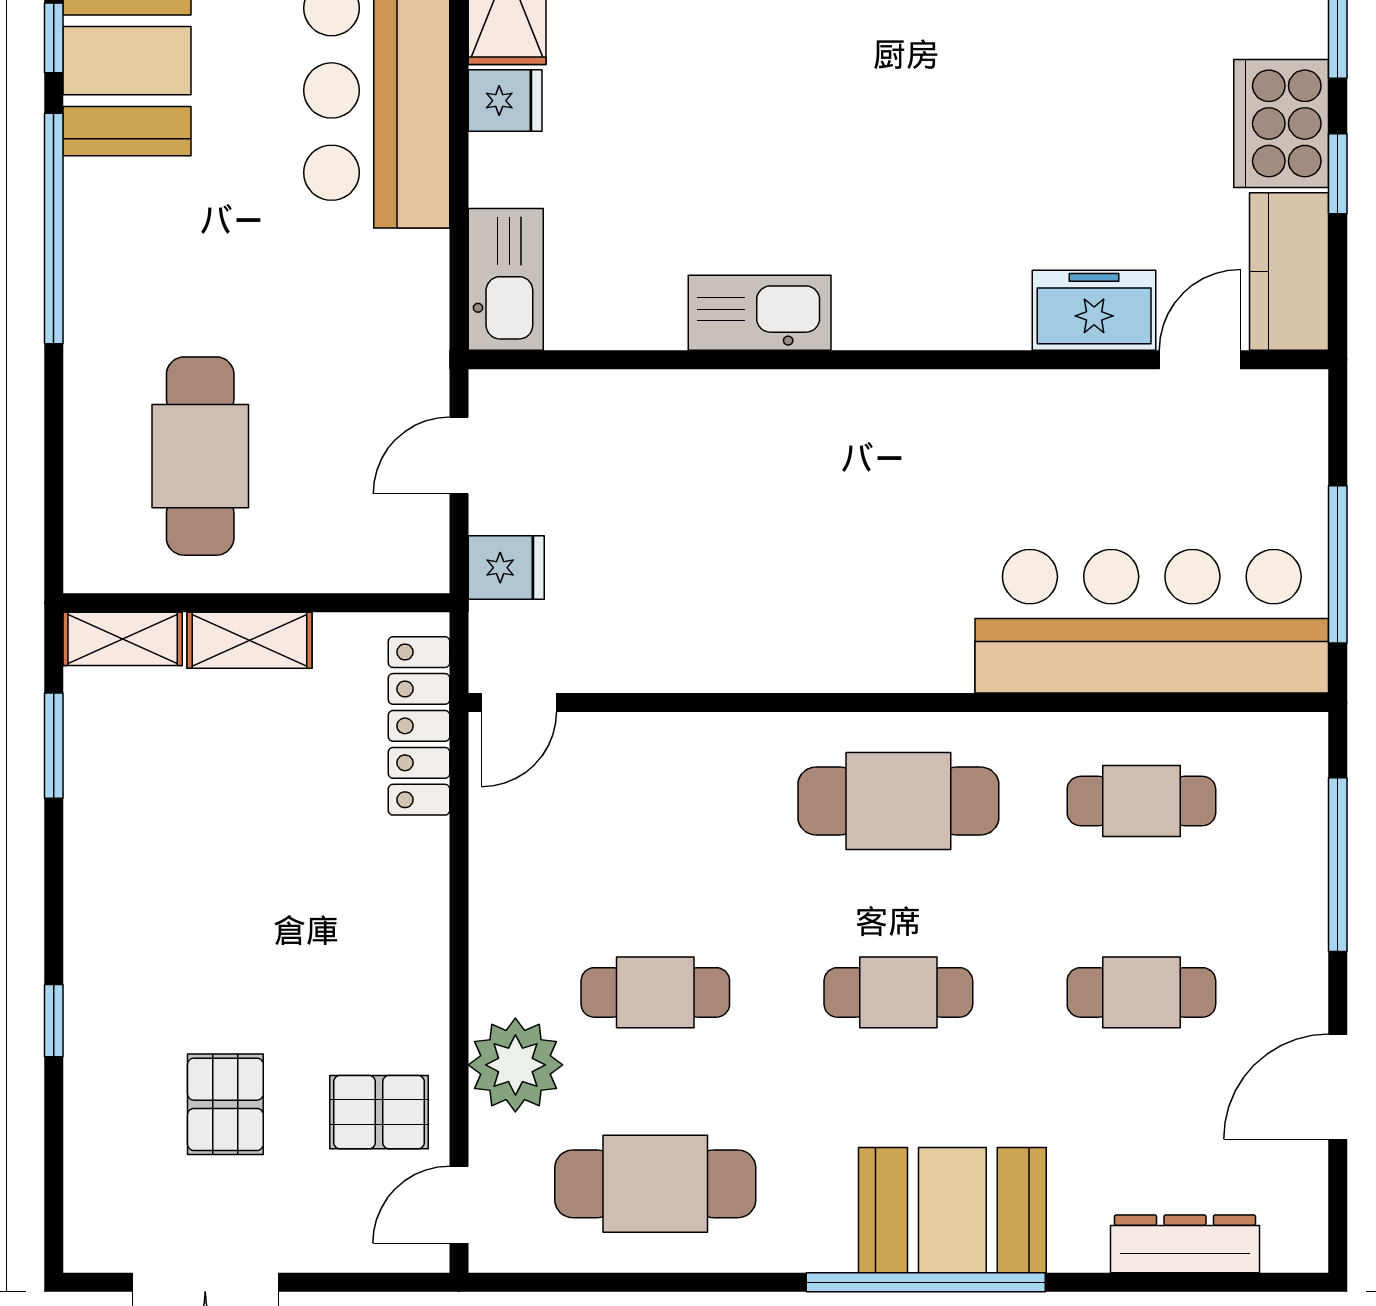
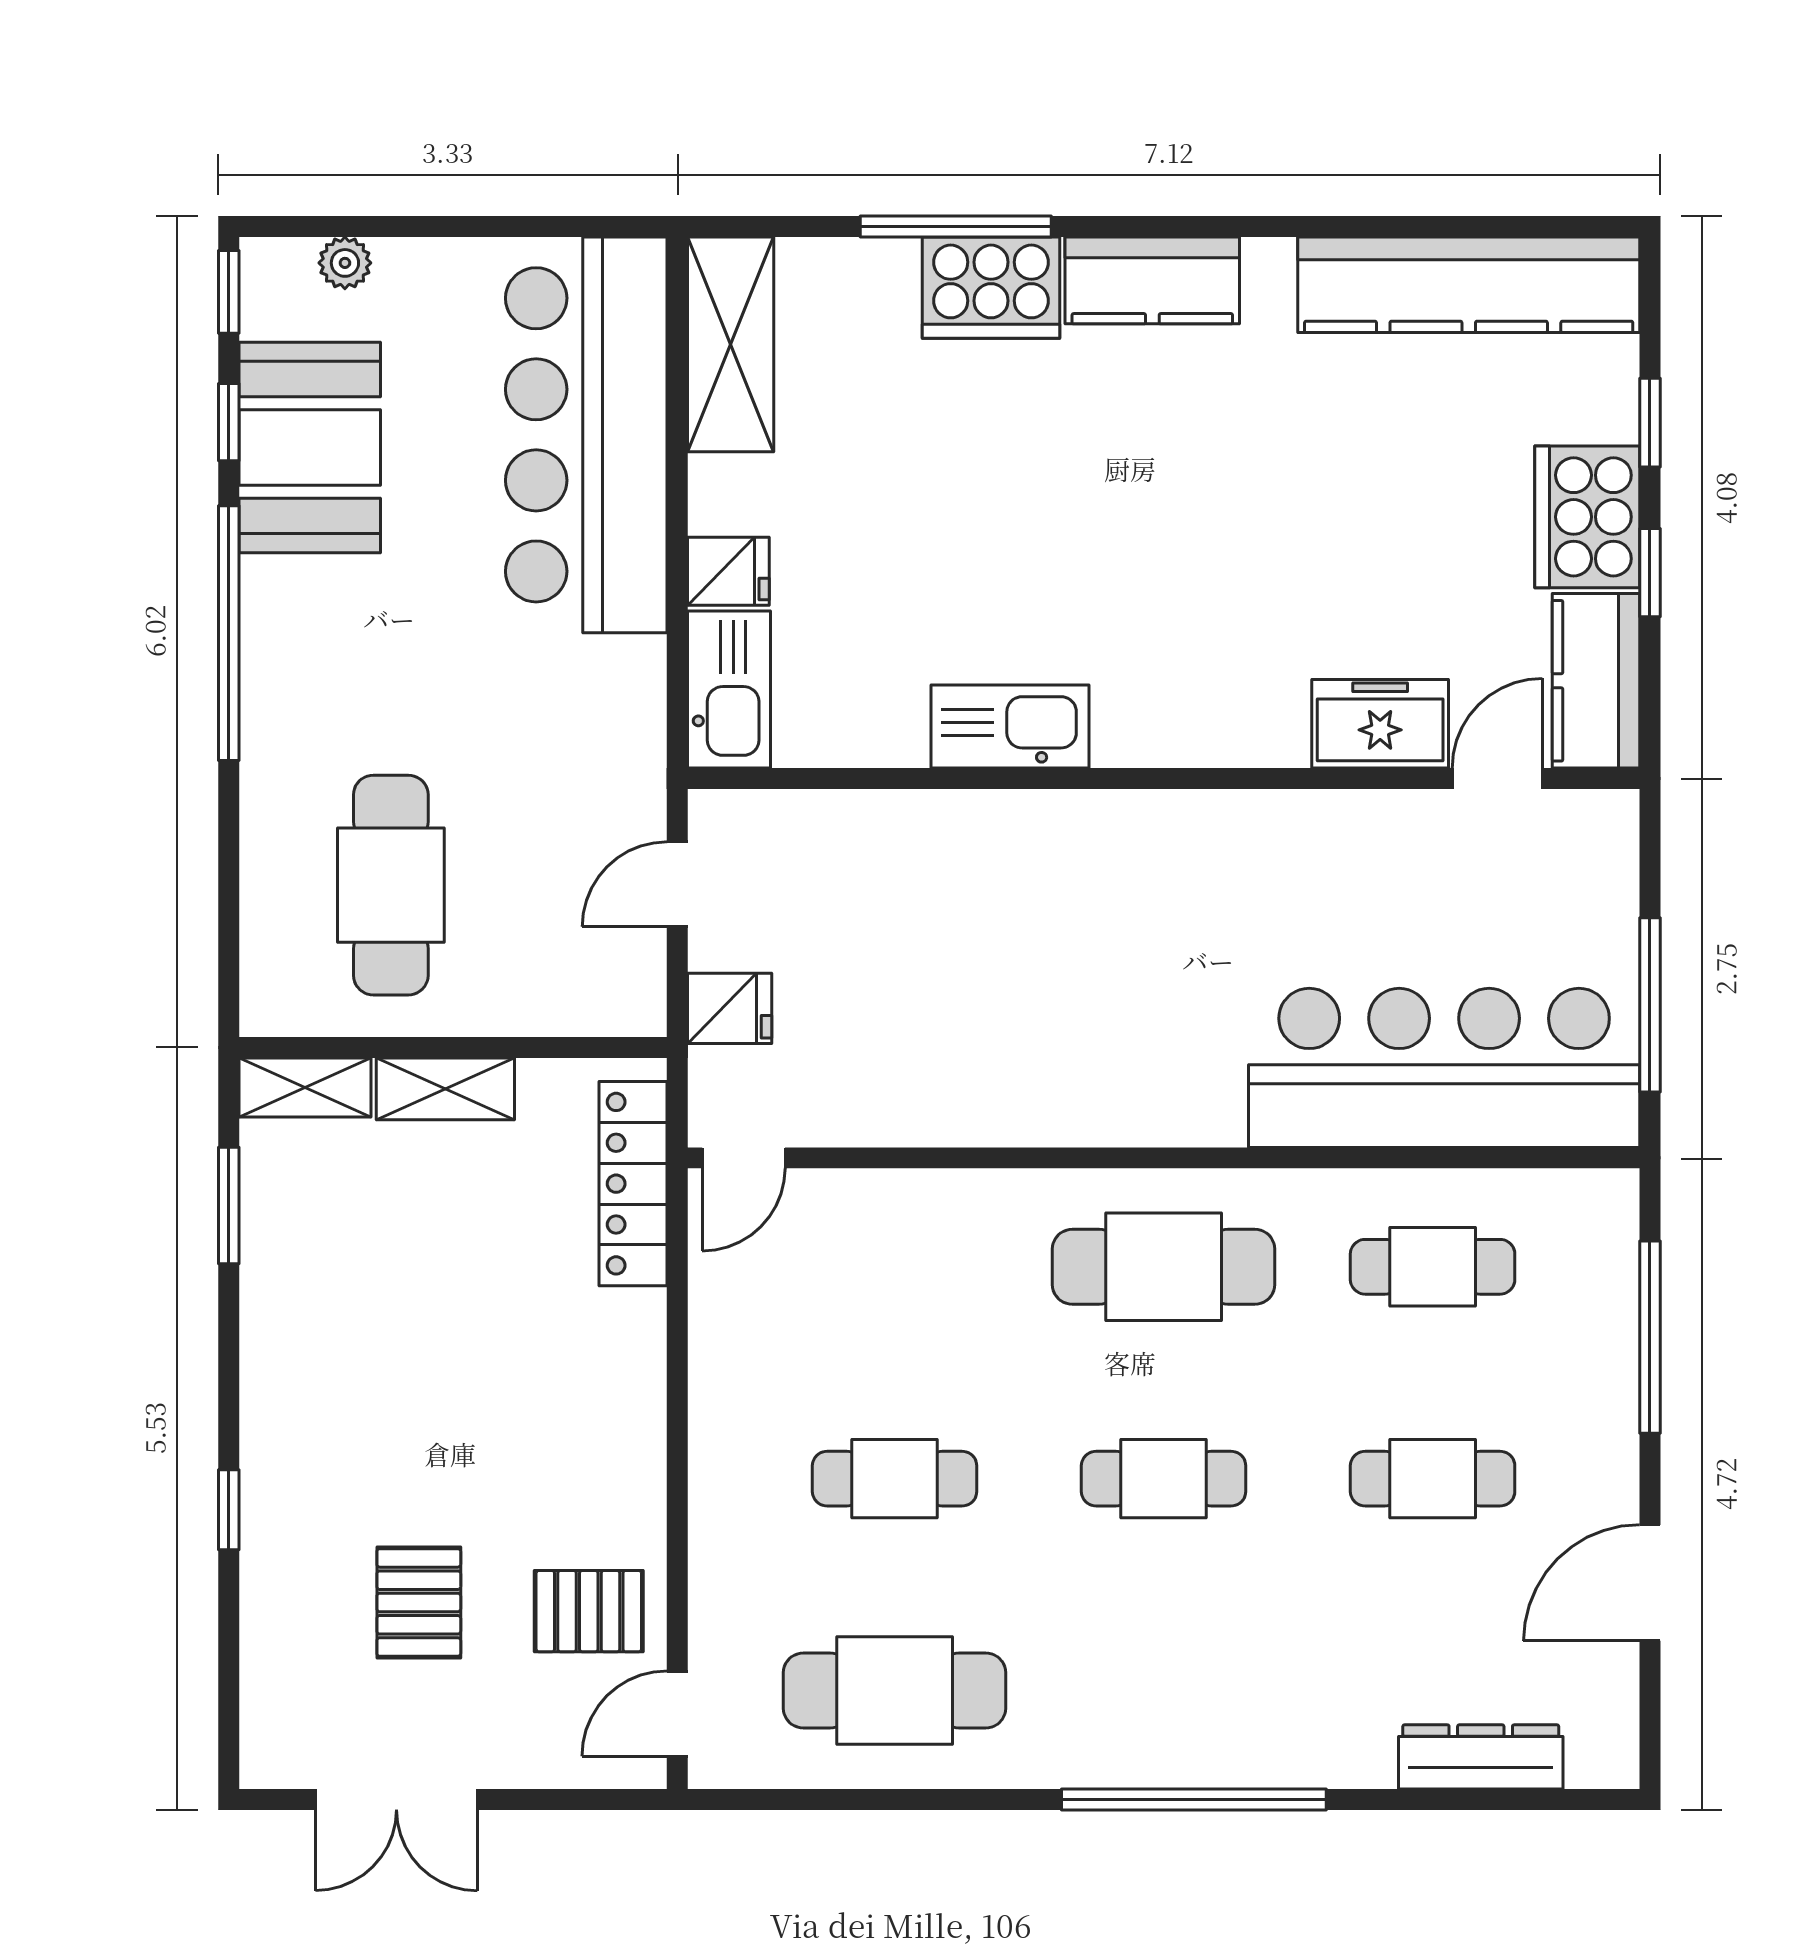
fridge: (505, 101) -> (728, 571), moved
plant: (515, 1065) -> (740, 1559), removed
booth: (952, 1210) -> (1223, 1720), removed

